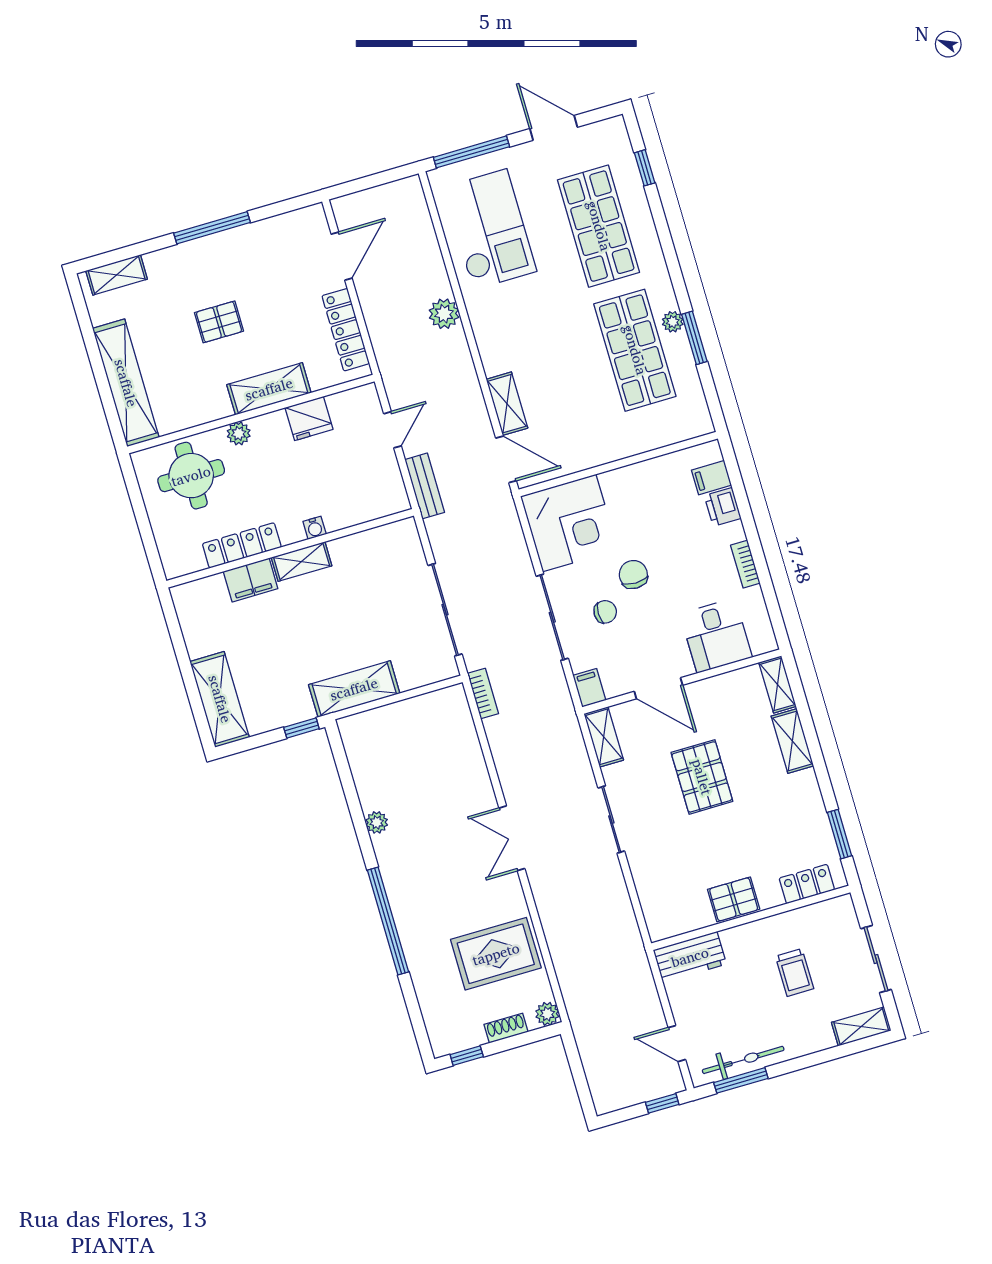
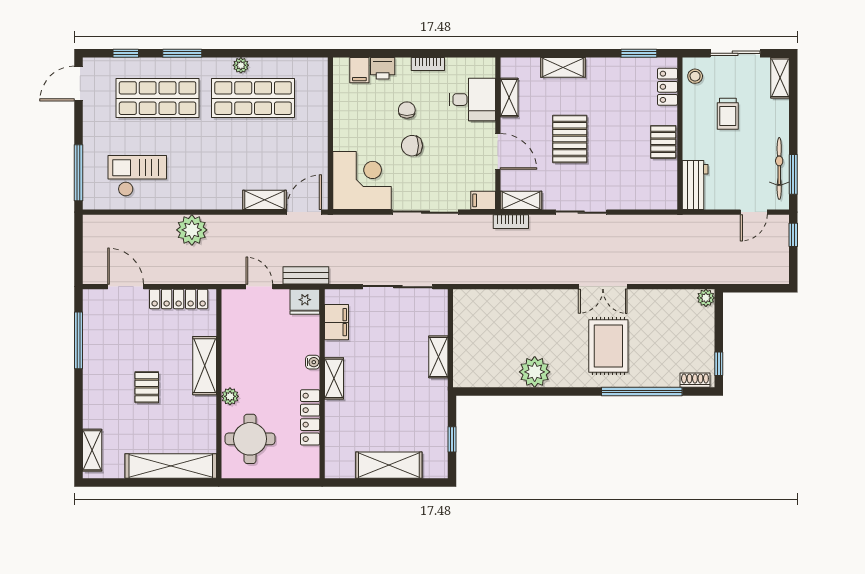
door: (554, 128) -> (79, 83), moved
window: (212, 228) -> (79, 340), moved
checkout: (490, 229) -> (137, 176), width x0.73, depth x0.83
plant: (444, 314) -> (192, 230), width x1.36, depth x1.36
window: (694, 338) -> (182, 53), moved
fridge: (309, 419) -> (305, 302), moved, turned 90
filing cabinet: (251, 580) -> (336, 322), moved
chair: (605, 612) -> (407, 110), moved
shelving: (777, 684) -> (509, 98), moved, turned 90
door: (658, 688) -> (498, 151), hinge flipped
shelving: (354, 689) -> (438, 357), width x0.67, depth x0.75
bookcase: (483, 694) -> (511, 222), moved, turned 180
shelving: (220, 699) -> (389, 465), moved
window: (301, 728) -> (452, 439), moved
pallet: (702, 777) -> (570, 139), turned 90
plant: (377, 822) -> (535, 372), width x1.88, depth x1.88
double door: (512, 838) -> (603, 287), moved
stool: (831, 916) -> (695, 76), added
window: (388, 921) -> (642, 392), moved
rug: (496, 954) -> (608, 346), moved
trolley: (795, 972) -> (728, 114), turned 90
shoe rack: (506, 1028) -> (695, 380), moved, turned 90

